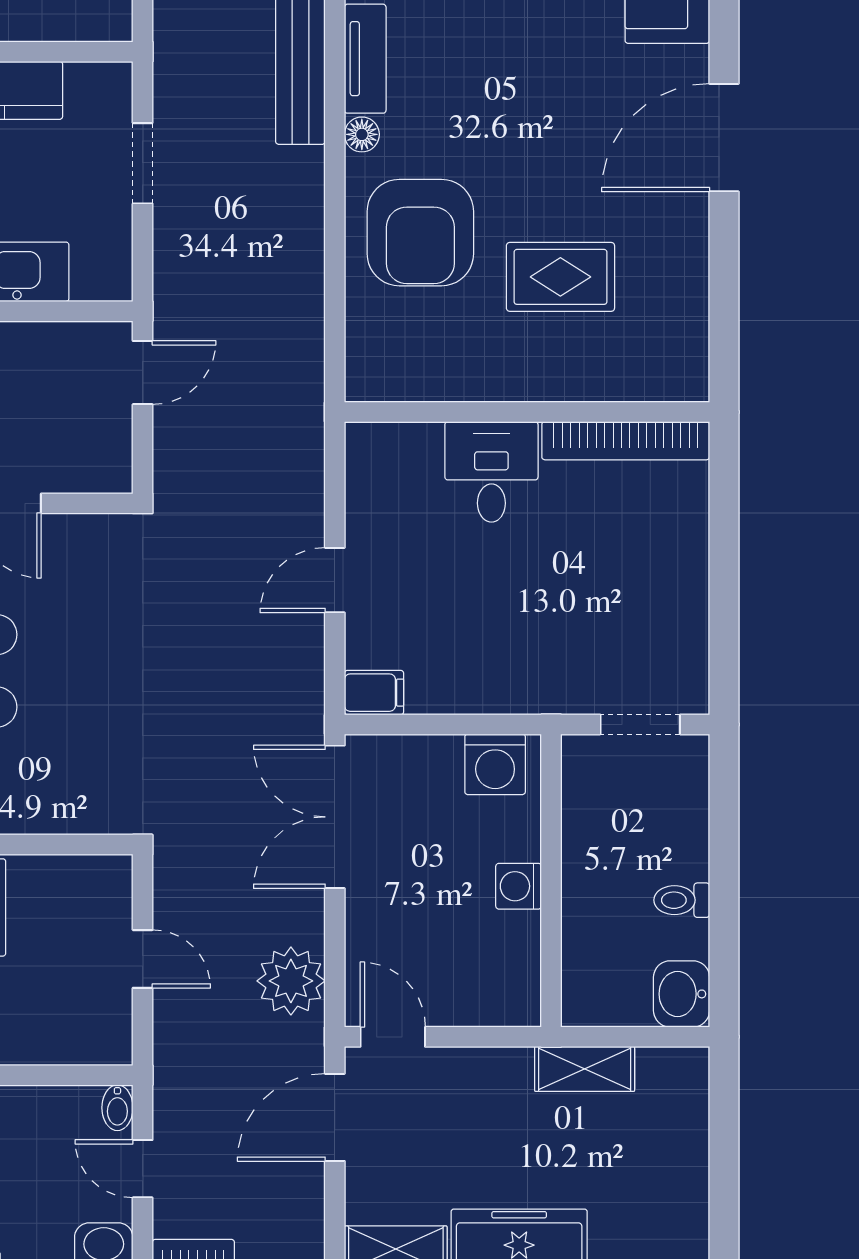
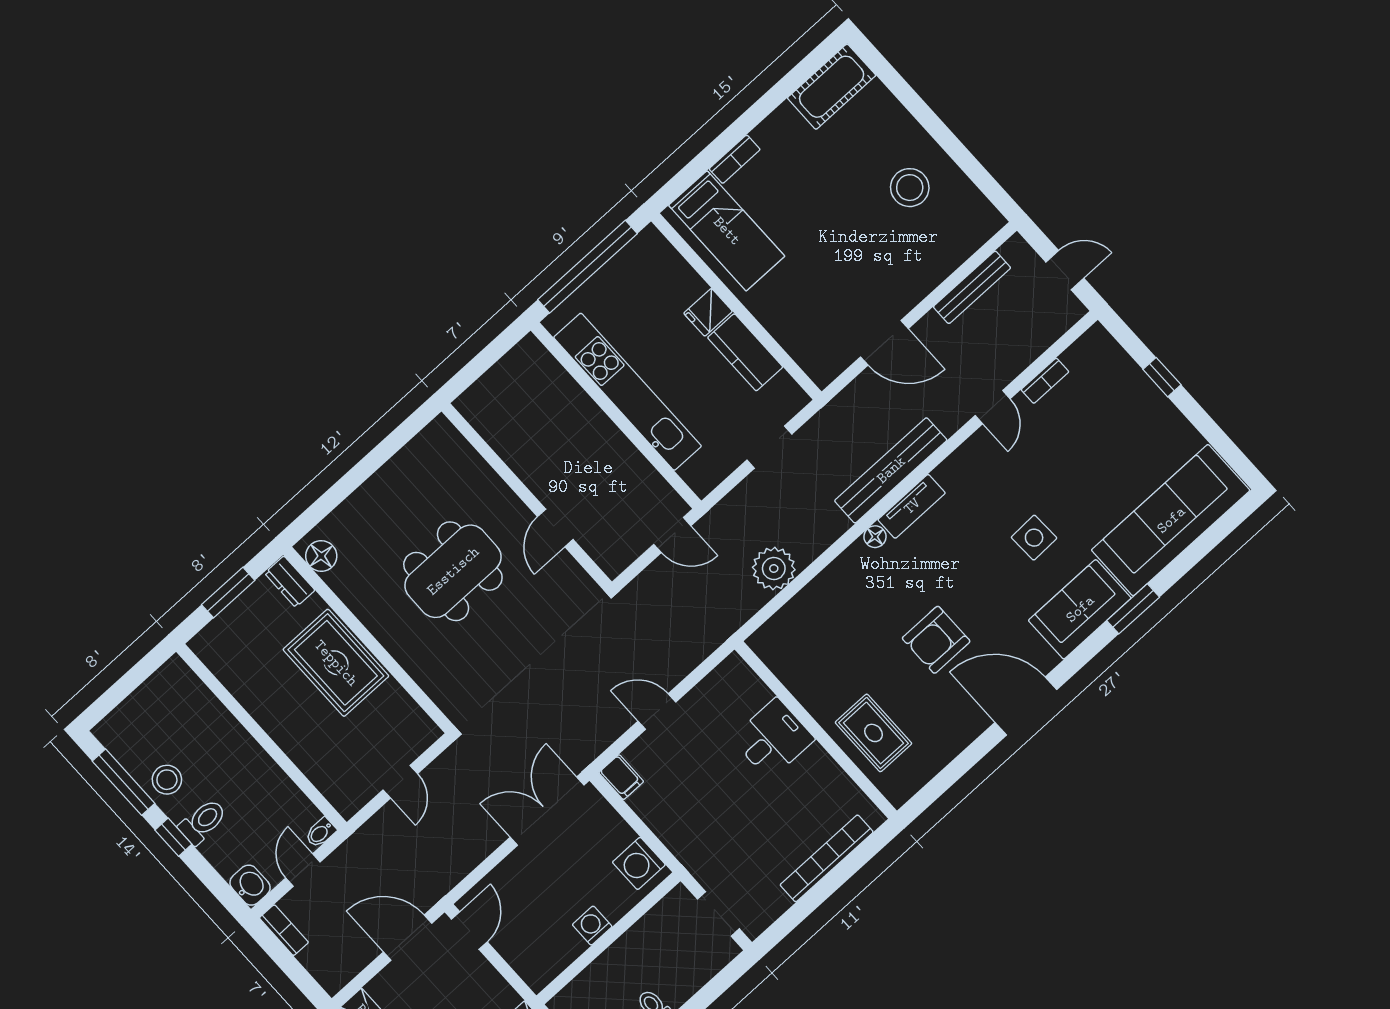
armchair: (420, 233) -> (936, 640), moved, width x0.73, depth x0.73
rug: (560, 277) -> (874, 733), moved
bookcase: (626, 441) -> (827, 858), moved, turned 90
plant: (291, 981) -> (774, 569), moved

